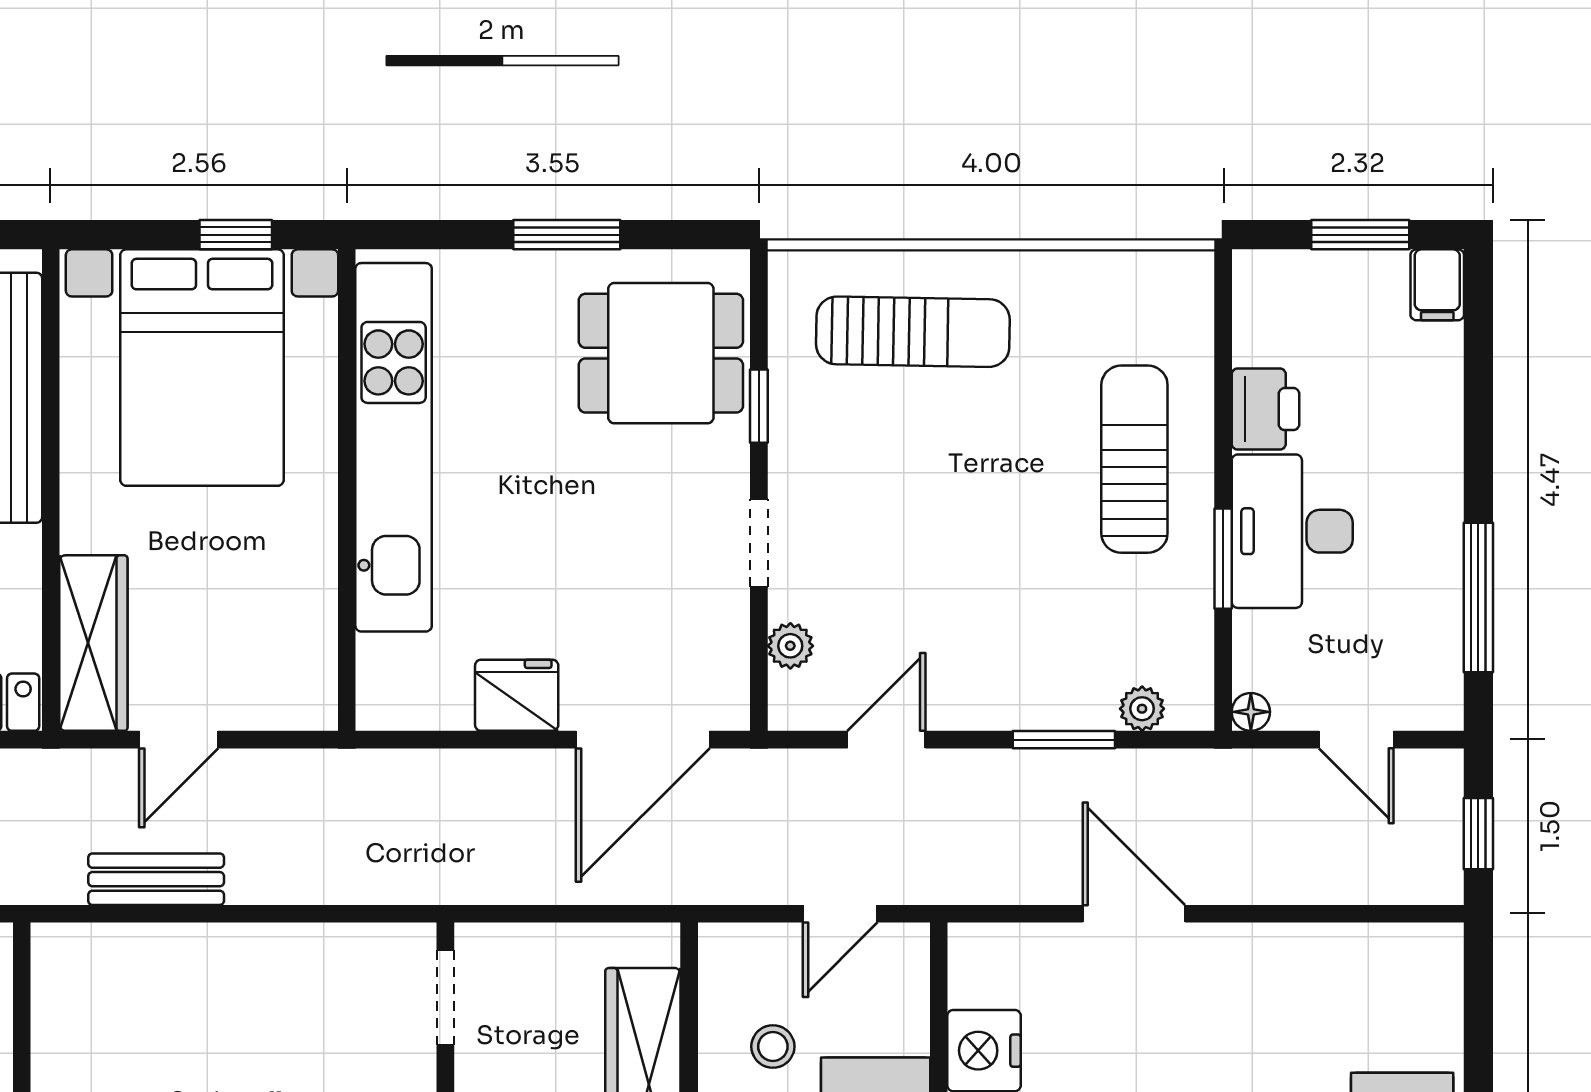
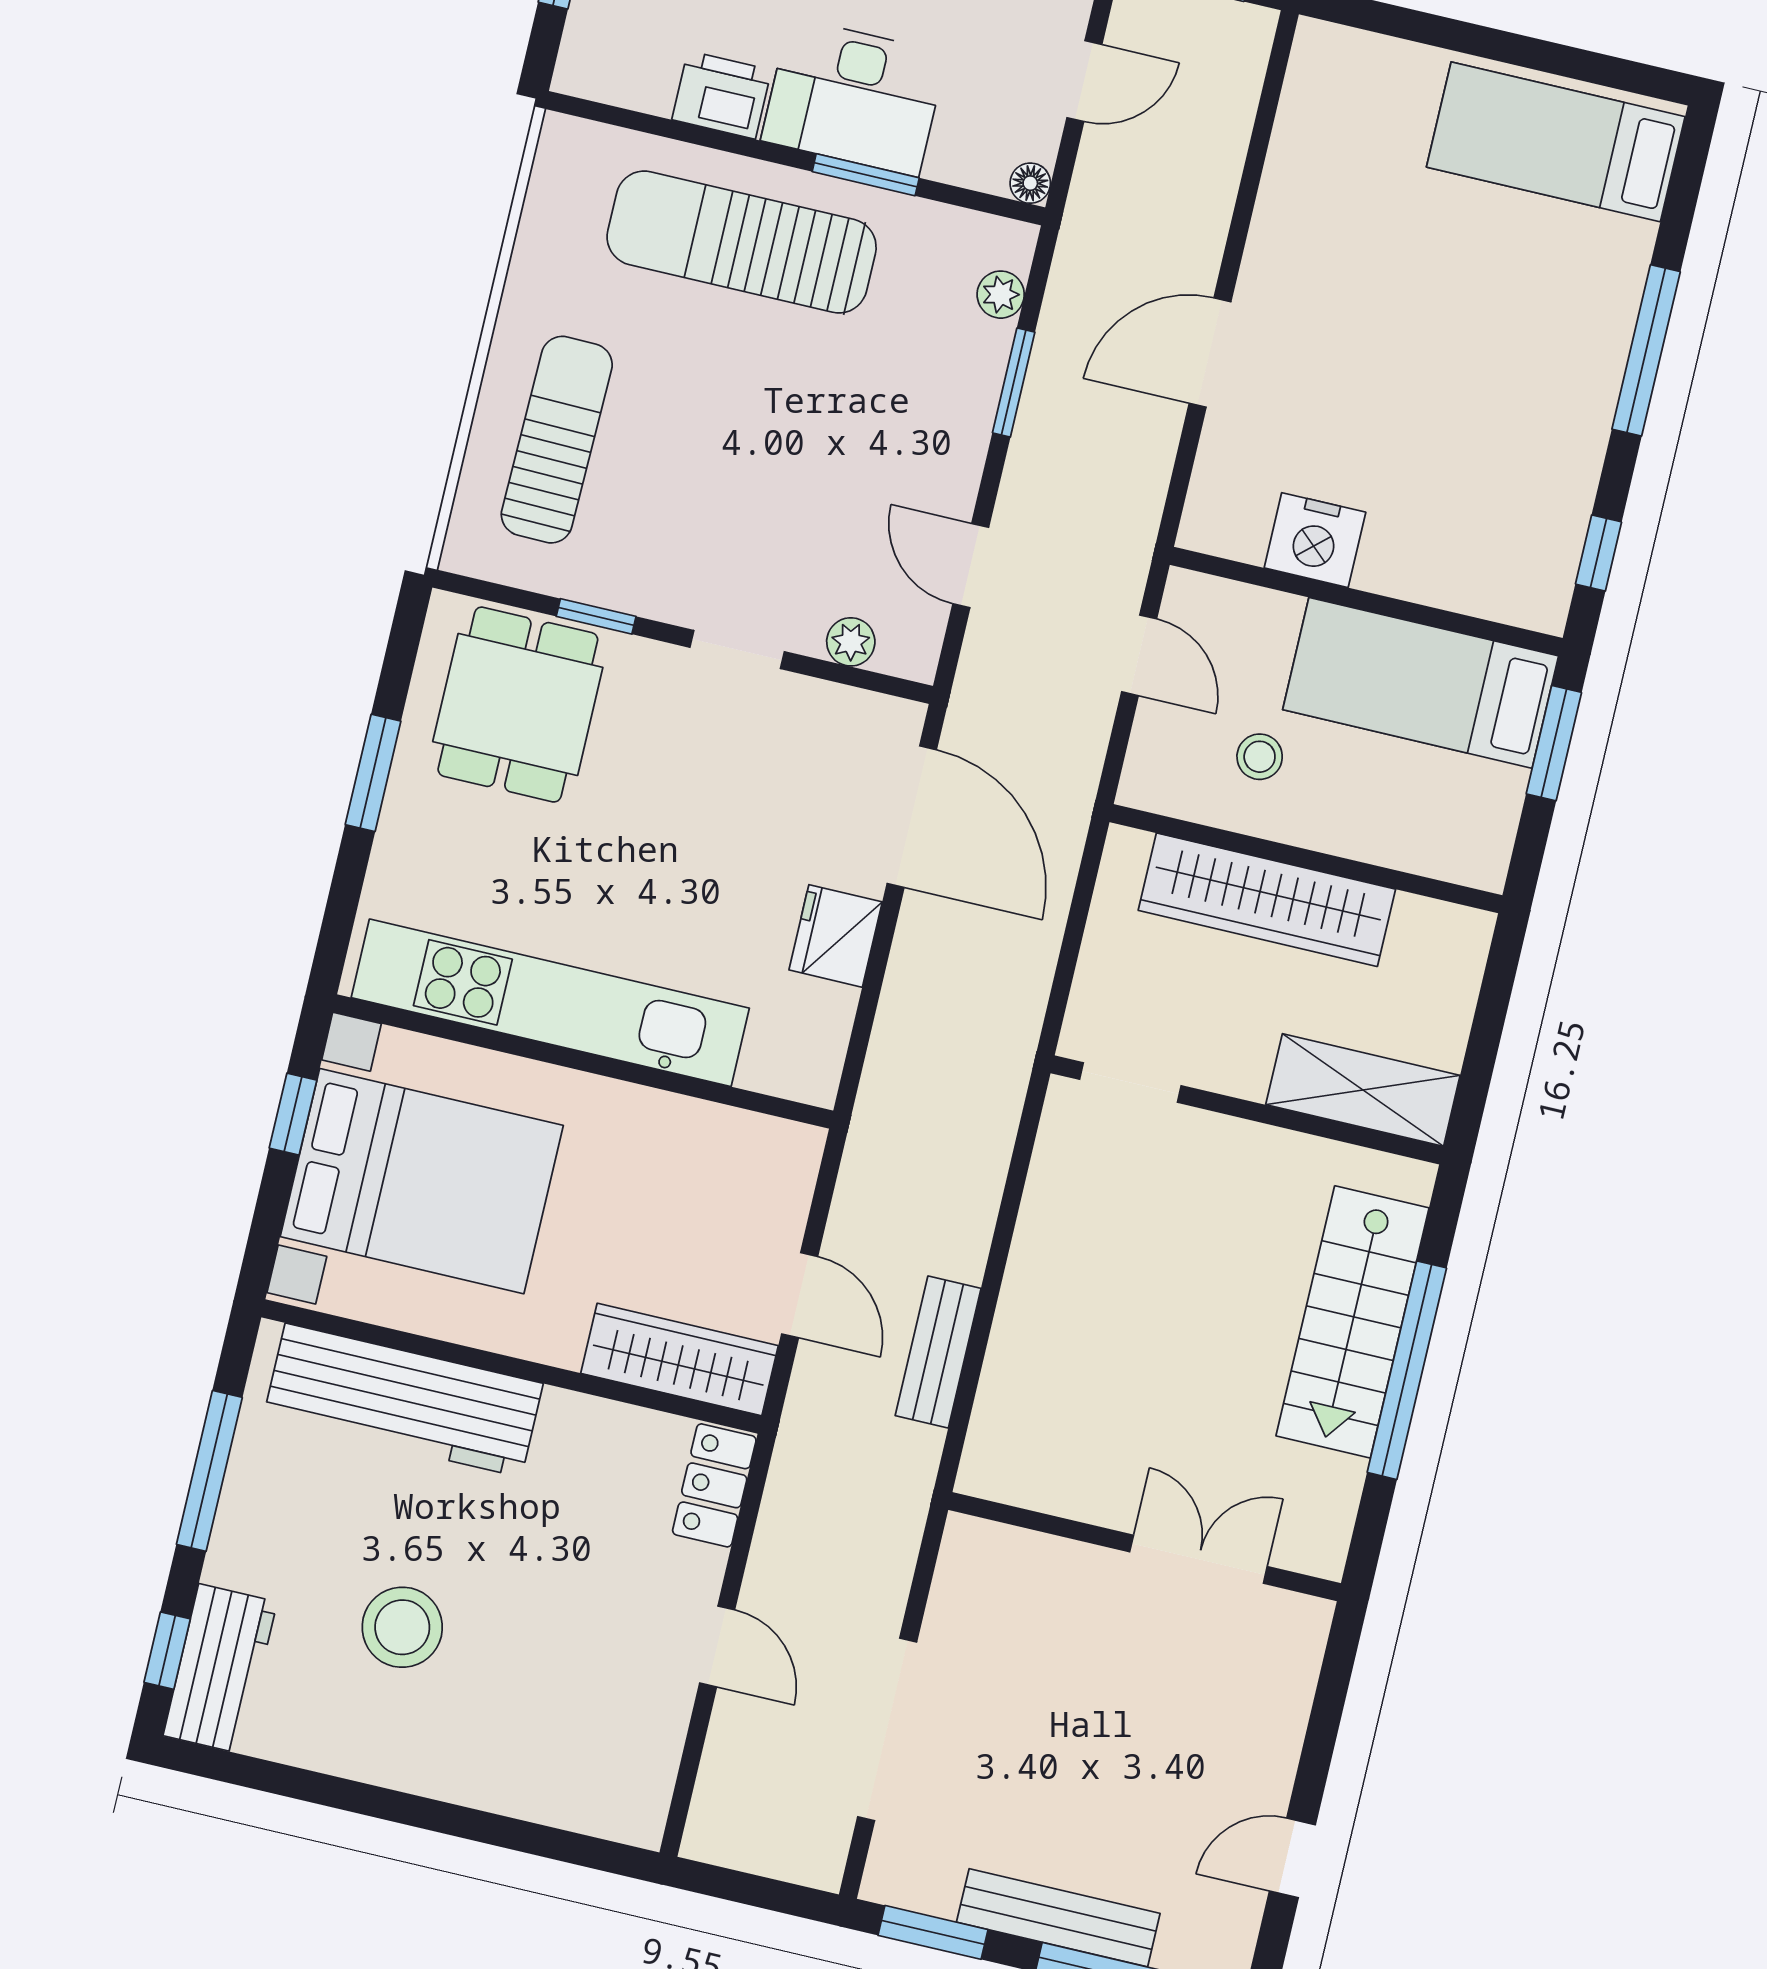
sun lounger: (1134, 459) -> (742, 242), width x1.36, depth x1.34

